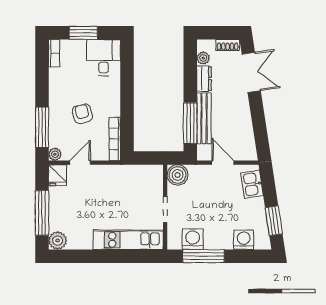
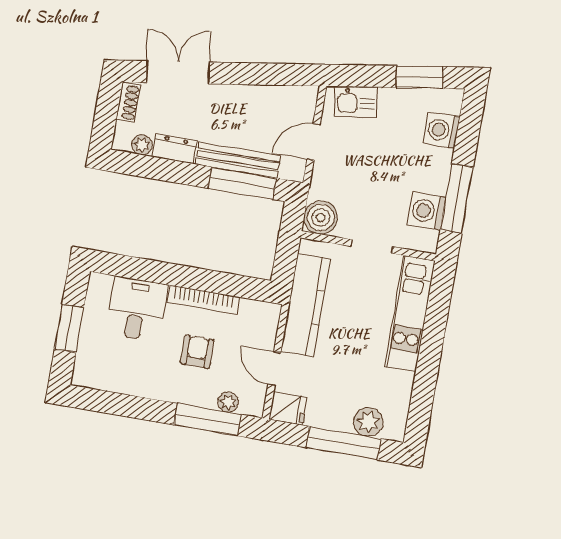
bookcase: (54, 53) -> (93, 380), removed
desk: (103, 58) -> (136, 309), moved, turned 90
armchair: (82, 114) -> (197, 352), turned 104
bookcase: (115, 139) -> (203, 300), moved
plant: (55, 154) -> (228, 402), moved
kitchen counter: (122, 175) -> (305, 305), added
plant: (58, 241) -> (368, 422), moved

